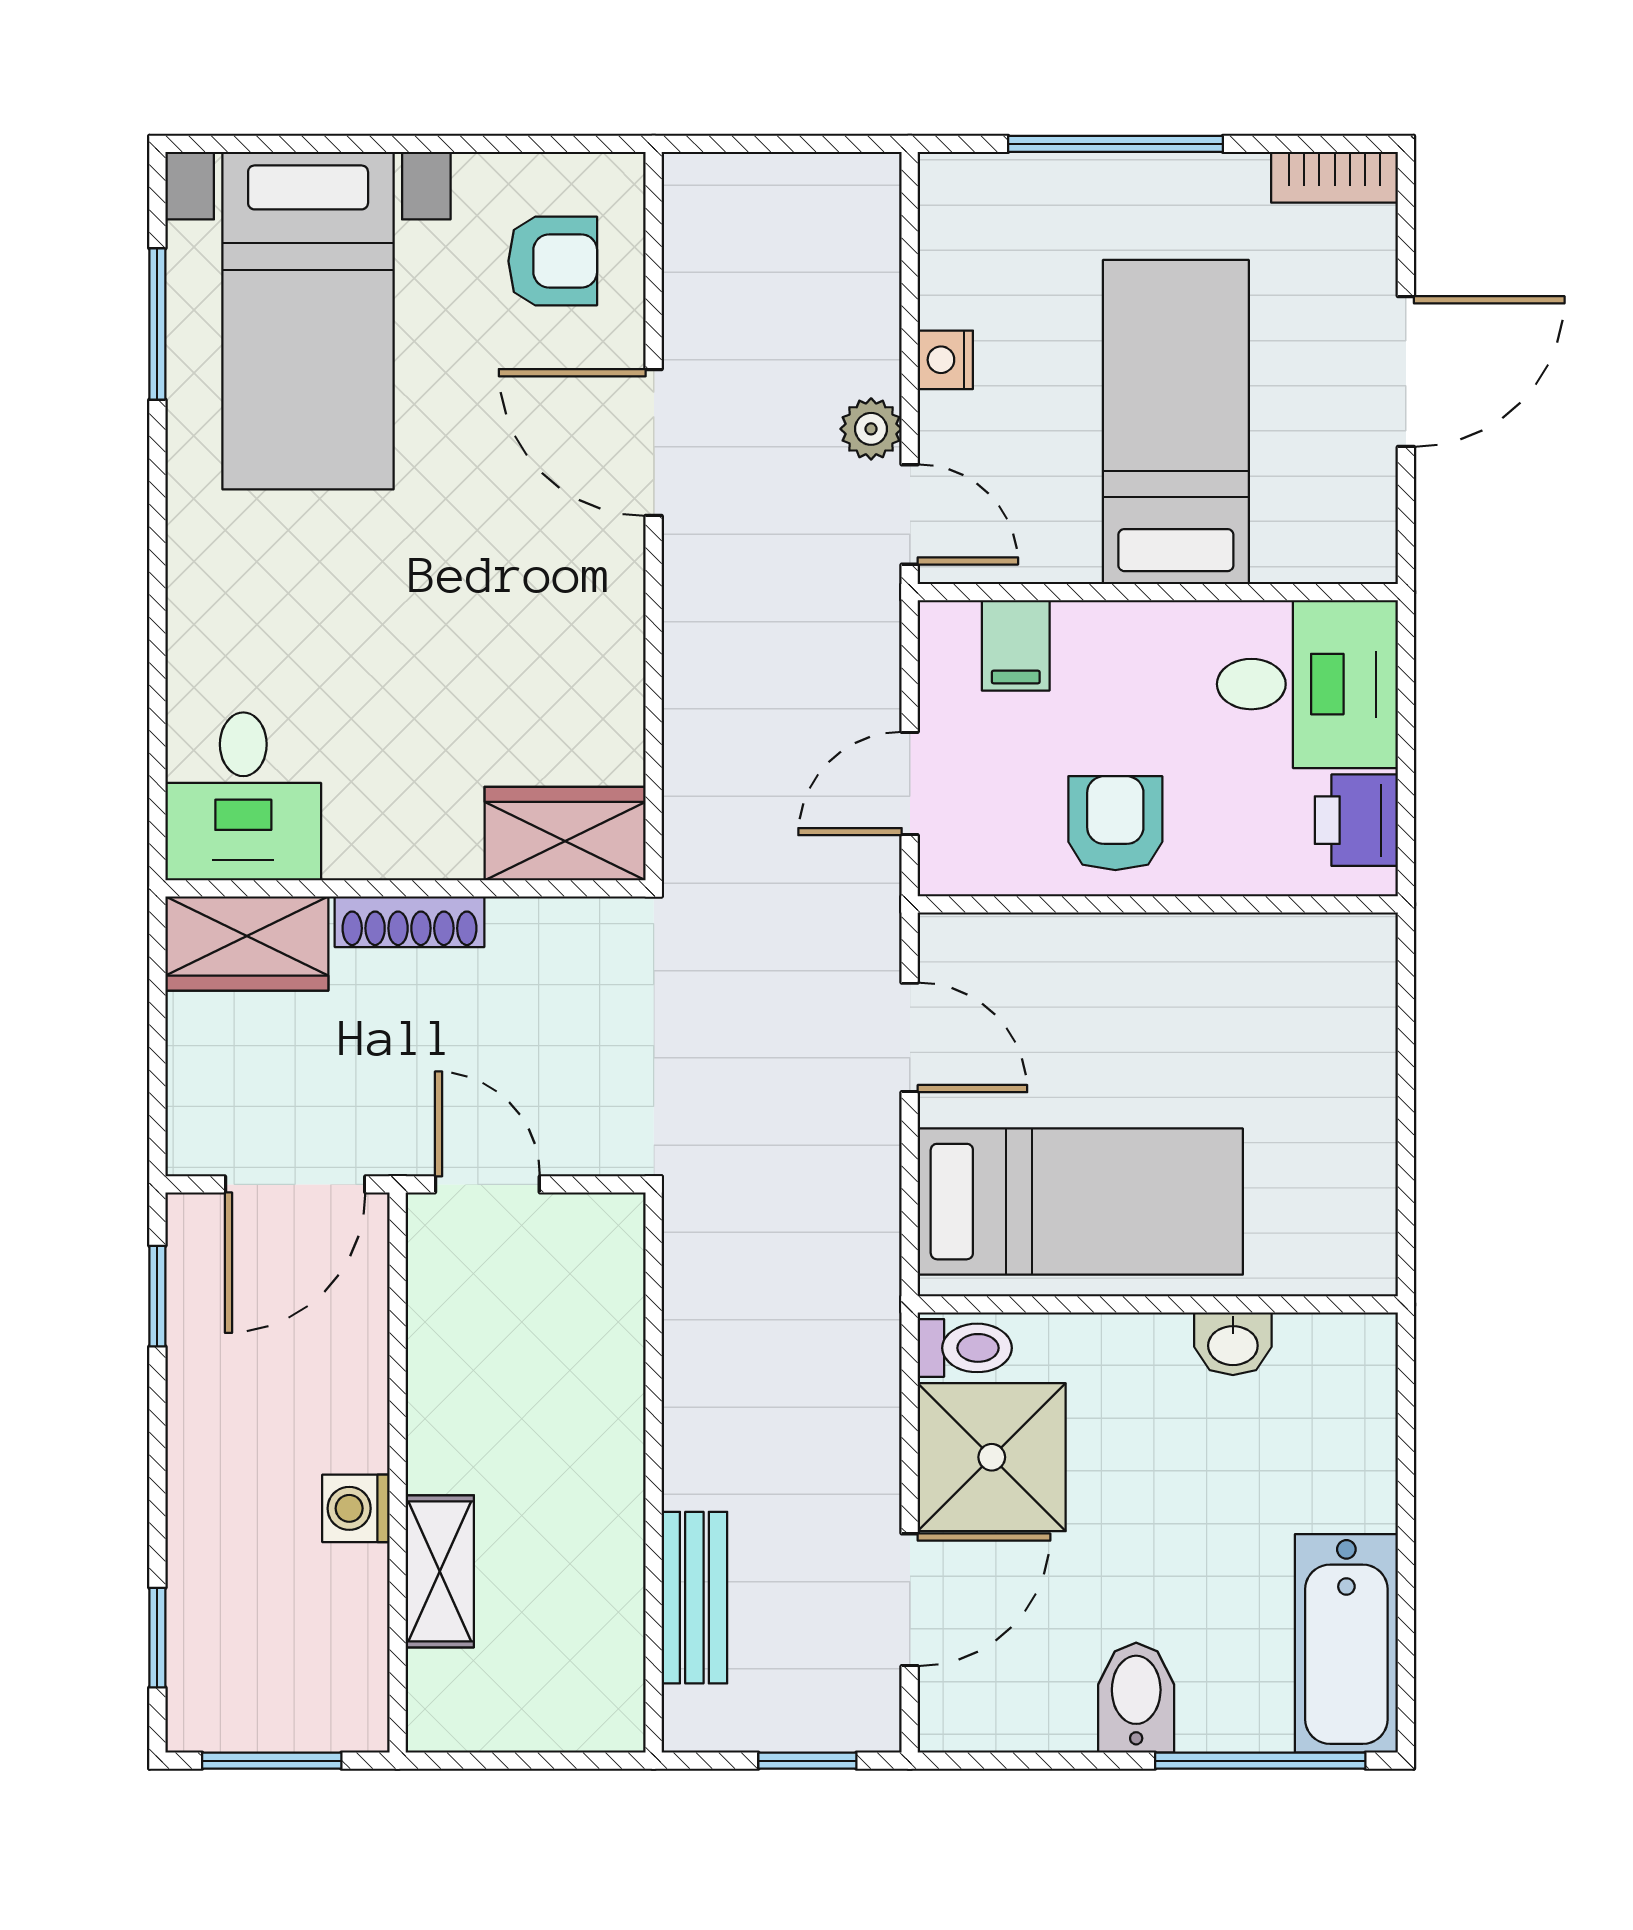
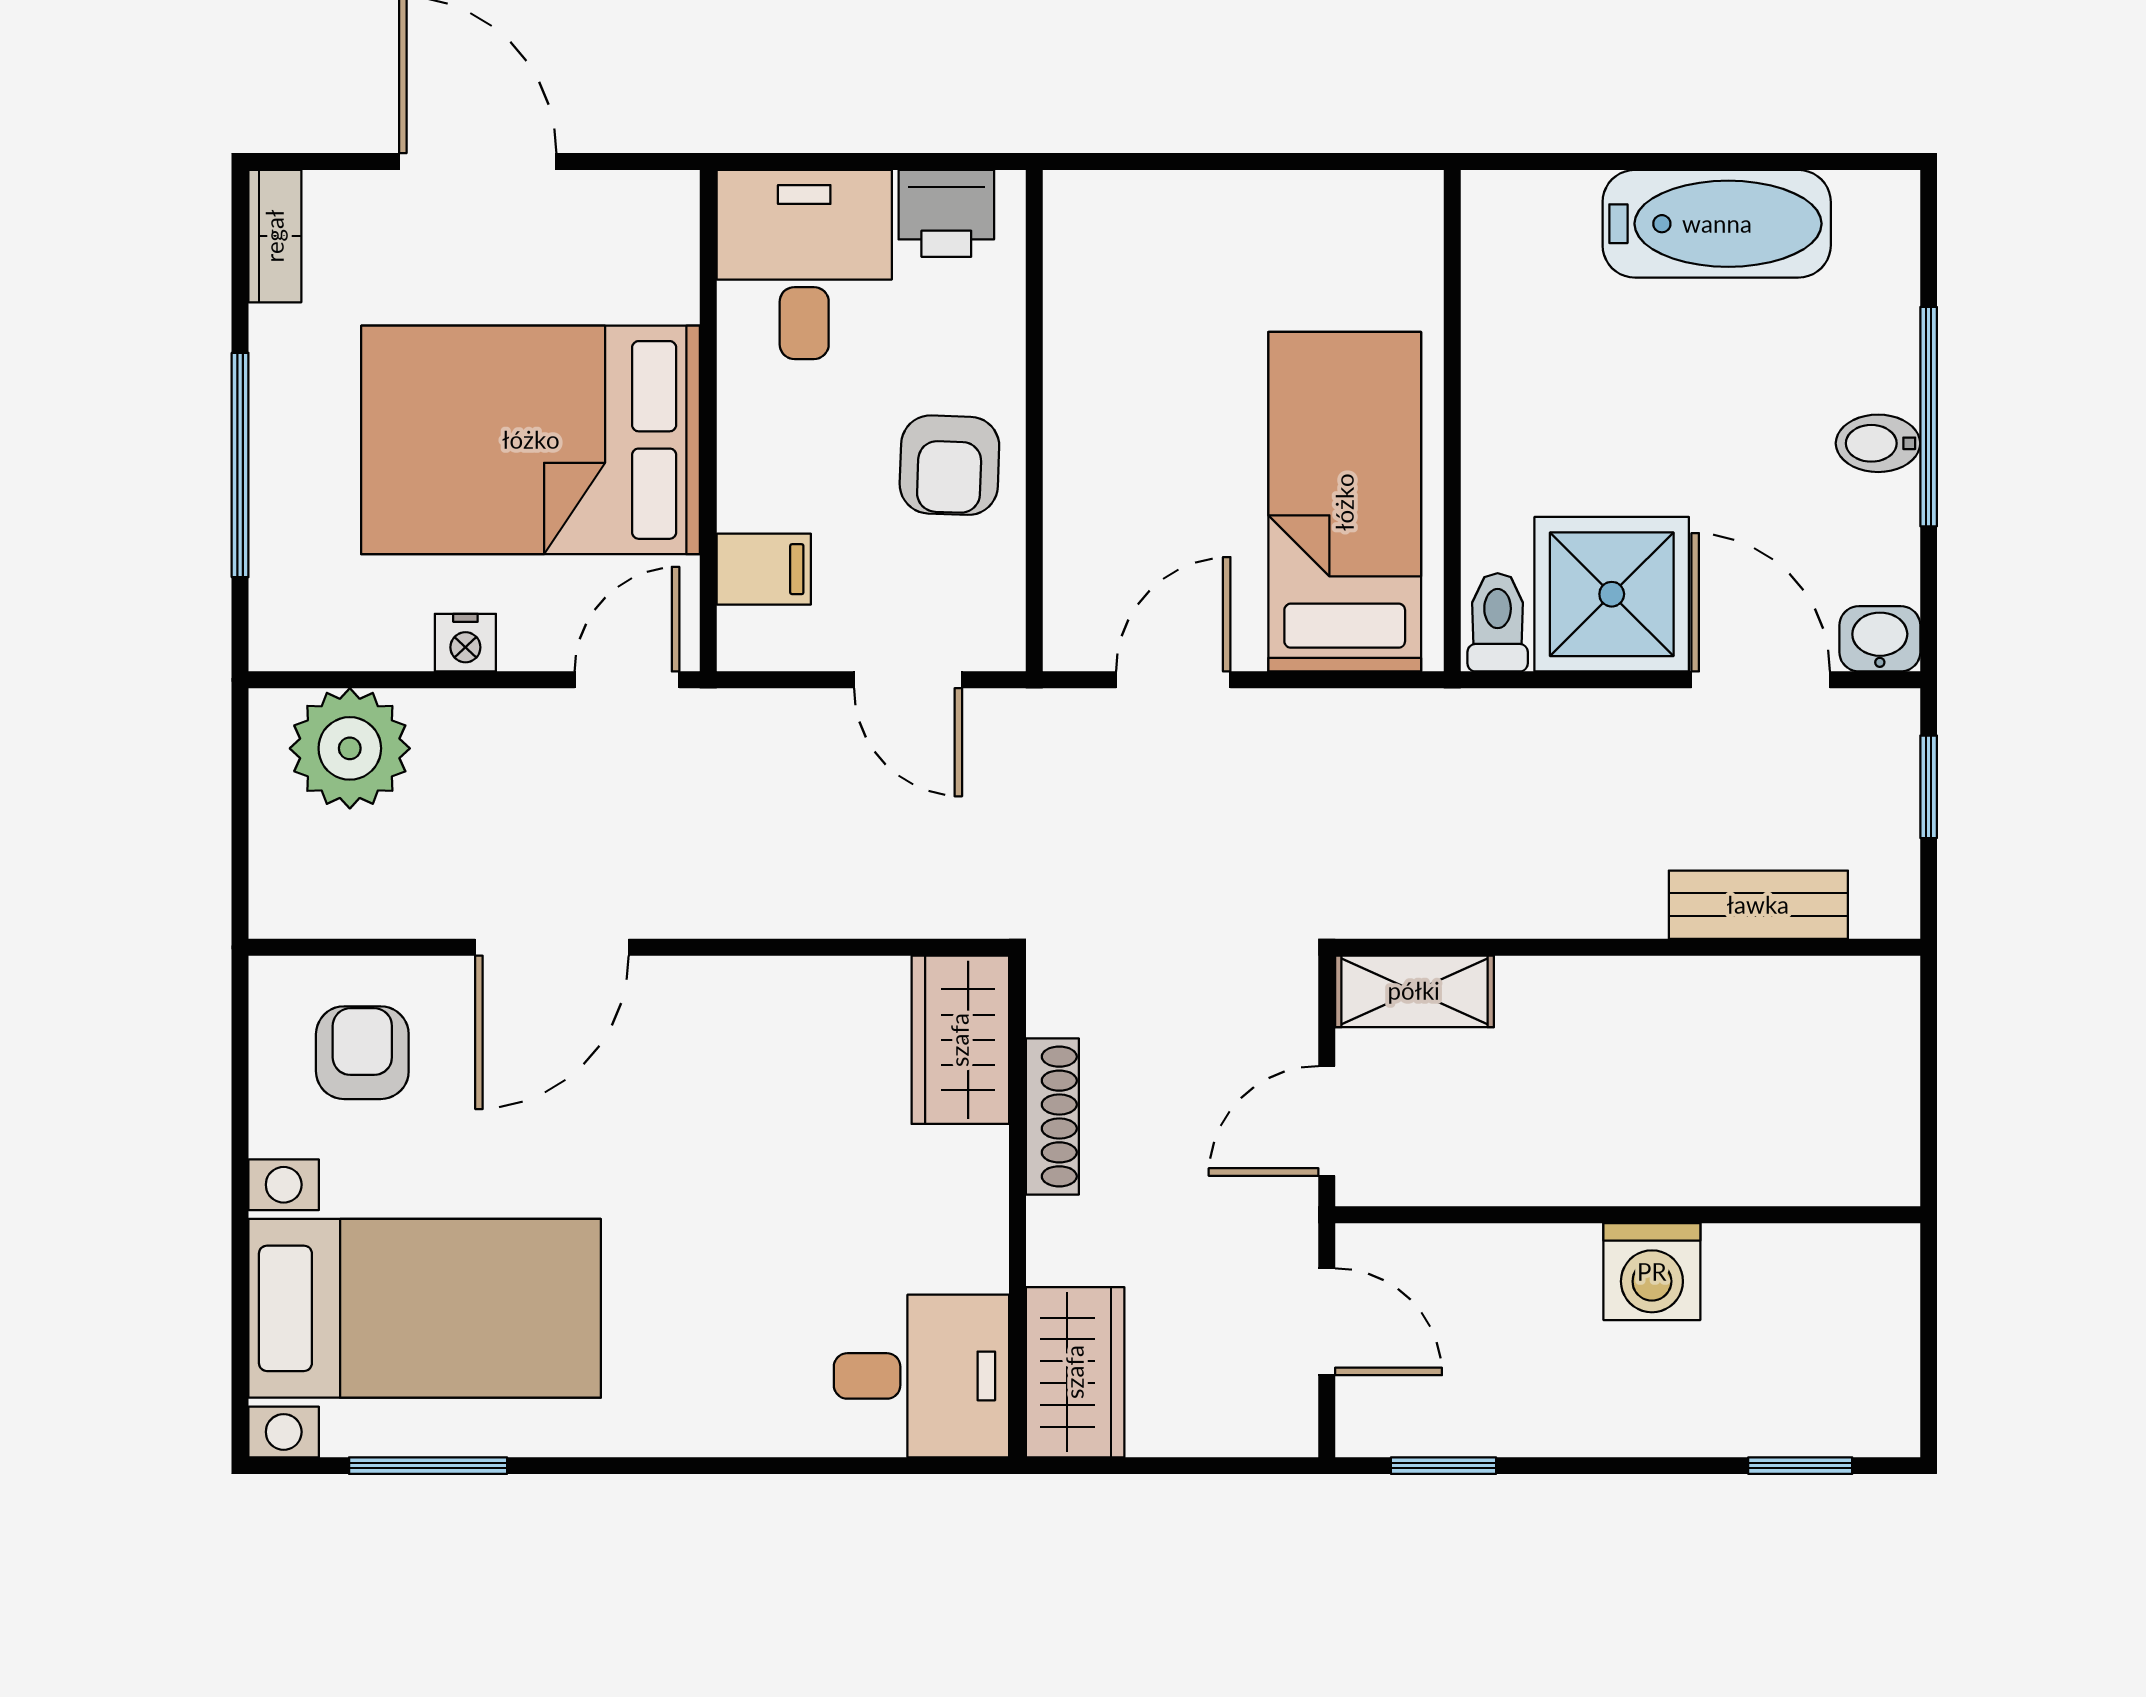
bed: (1176, 422) -> (531, 440), width x1.50
plant: (871, 429) -> (350, 748), moved, width x1.88, depth x1.88
armchair: (1115, 823) -> (949, 465), turned -88
shoe rack: (409, 922) -> (1052, 1116), moved
door: (295, 1184) -> (1327, 1322), width x0.73
washbasin: (1233, 1344) -> (1880, 639), moved, turned -90
washing machine: (356, 1508) -> (1652, 1272), width x1.38, depth x1.38
shelving: (440, 1571) -> (1414, 991), moved
bathtub: (1346, 1643) -> (1717, 224), moved
bidet: (1136, 1698) -> (1878, 443), width x0.72, depth x0.74
window: (272, 1761) -> (1929, 1346), removed
window: (1260, 1761) -> (1929, 417), moved

